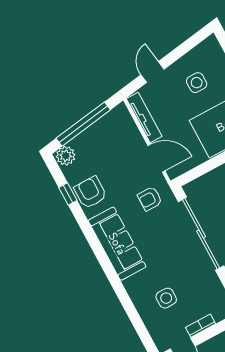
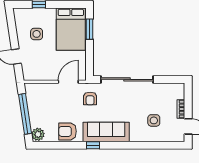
tv unit: (144, 117) -> (40, 76), removed
window: (68, 194) -> (93, 145), moved

